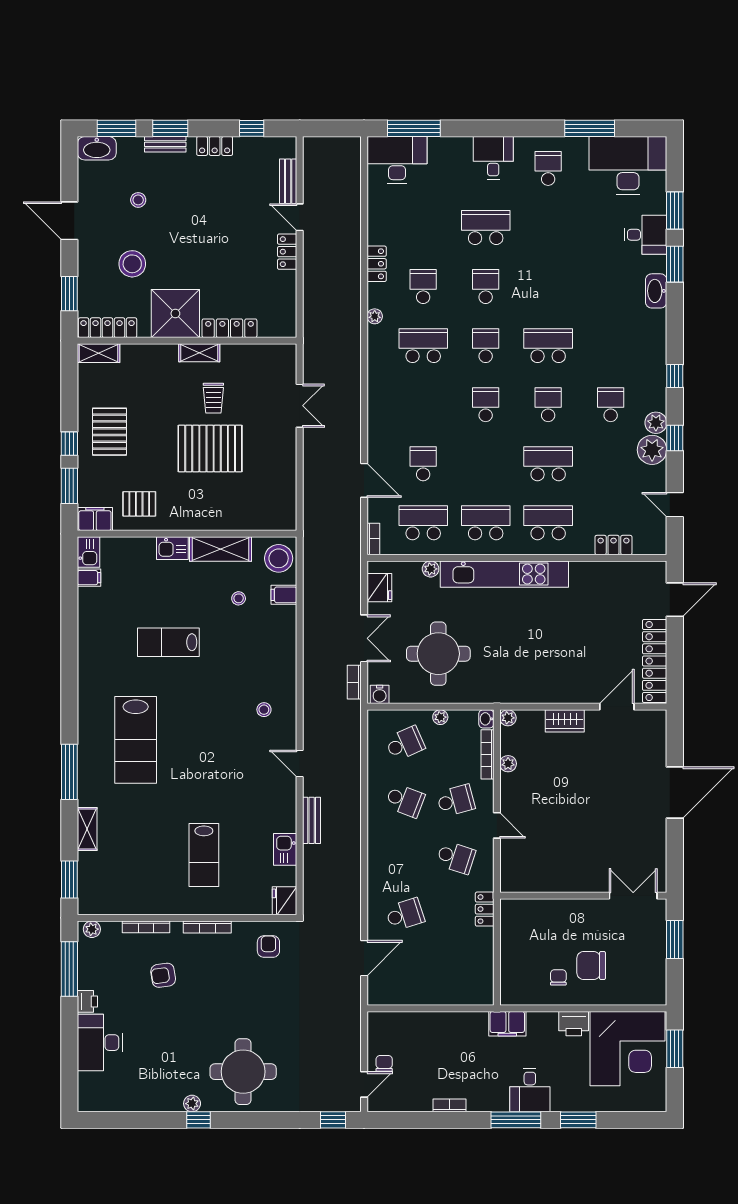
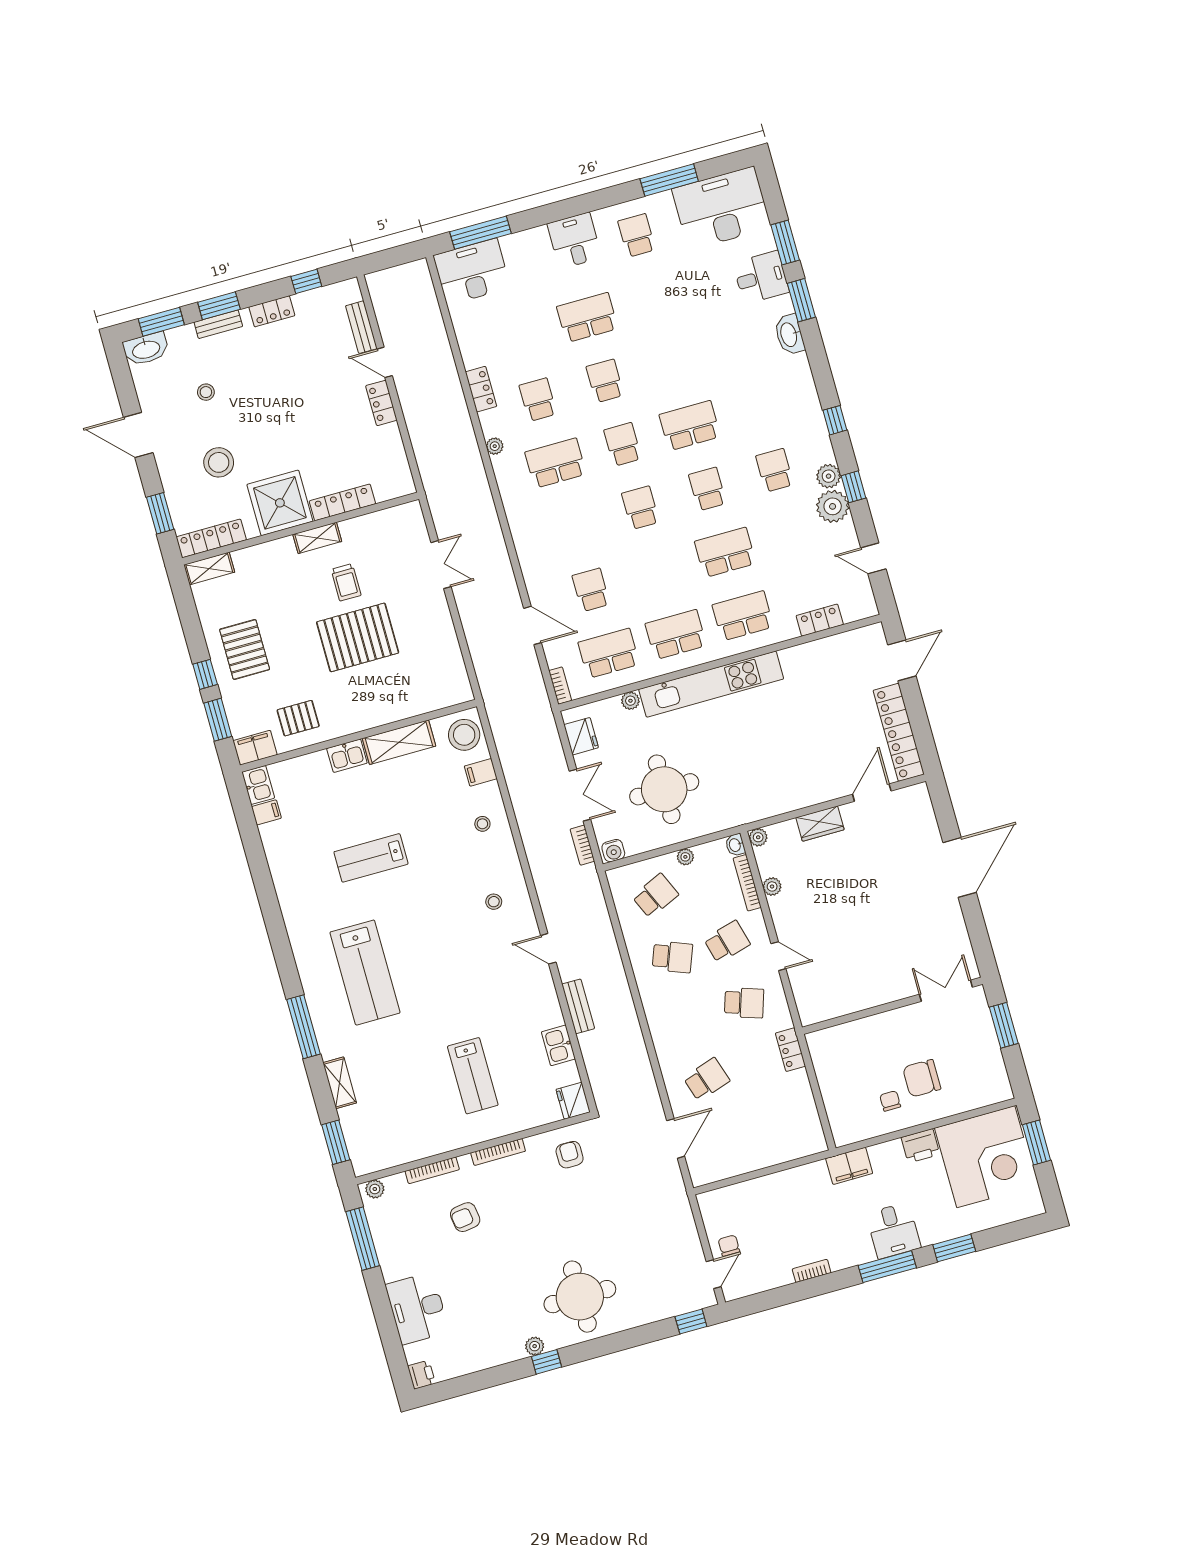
stool: (239, 598) -> (482, 824), moved
printer: (87, 1001) -> (422, 1375), moved

